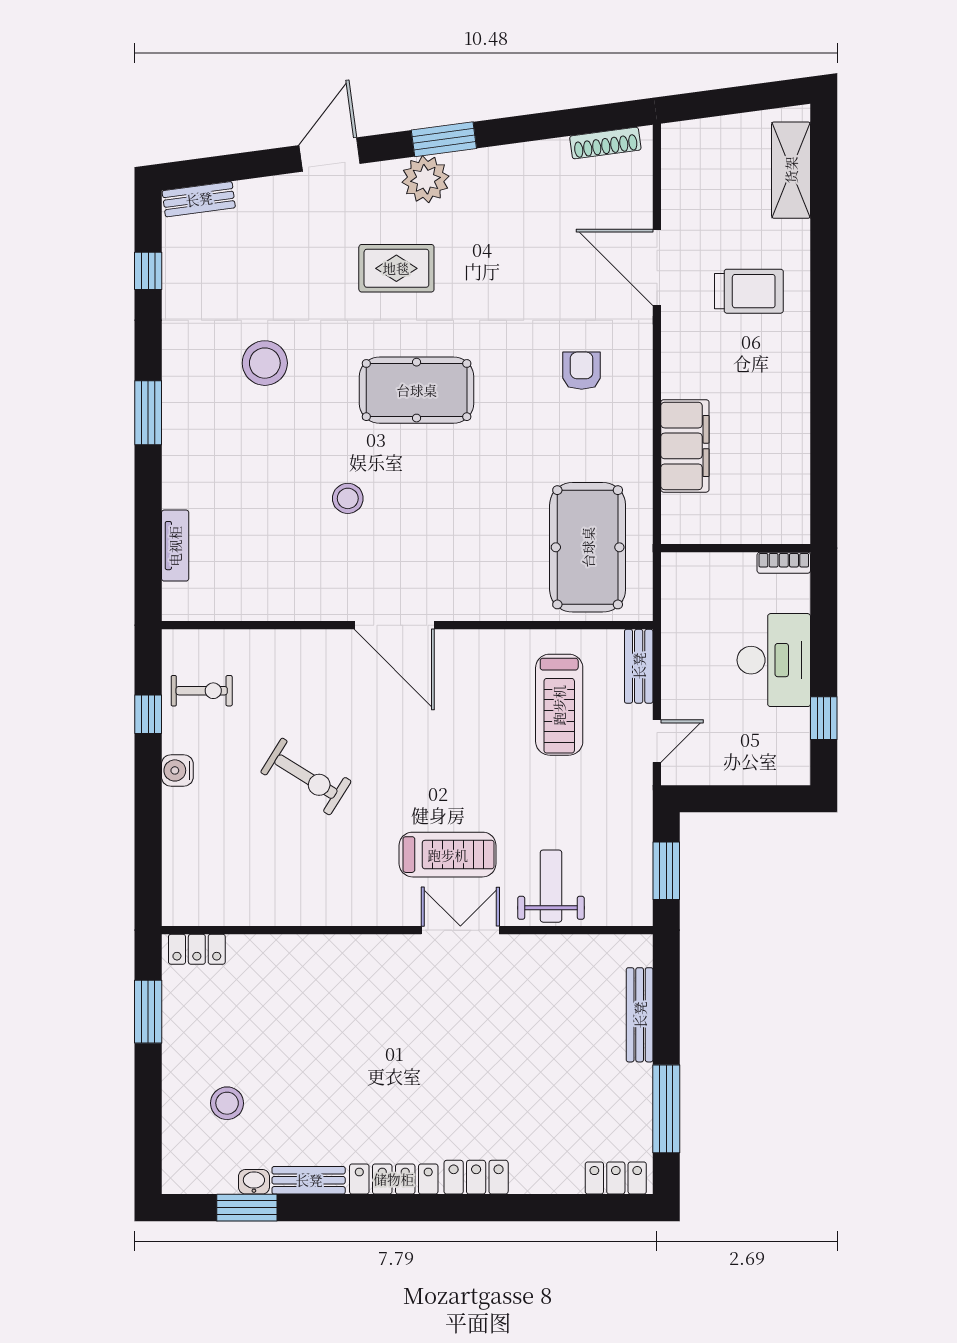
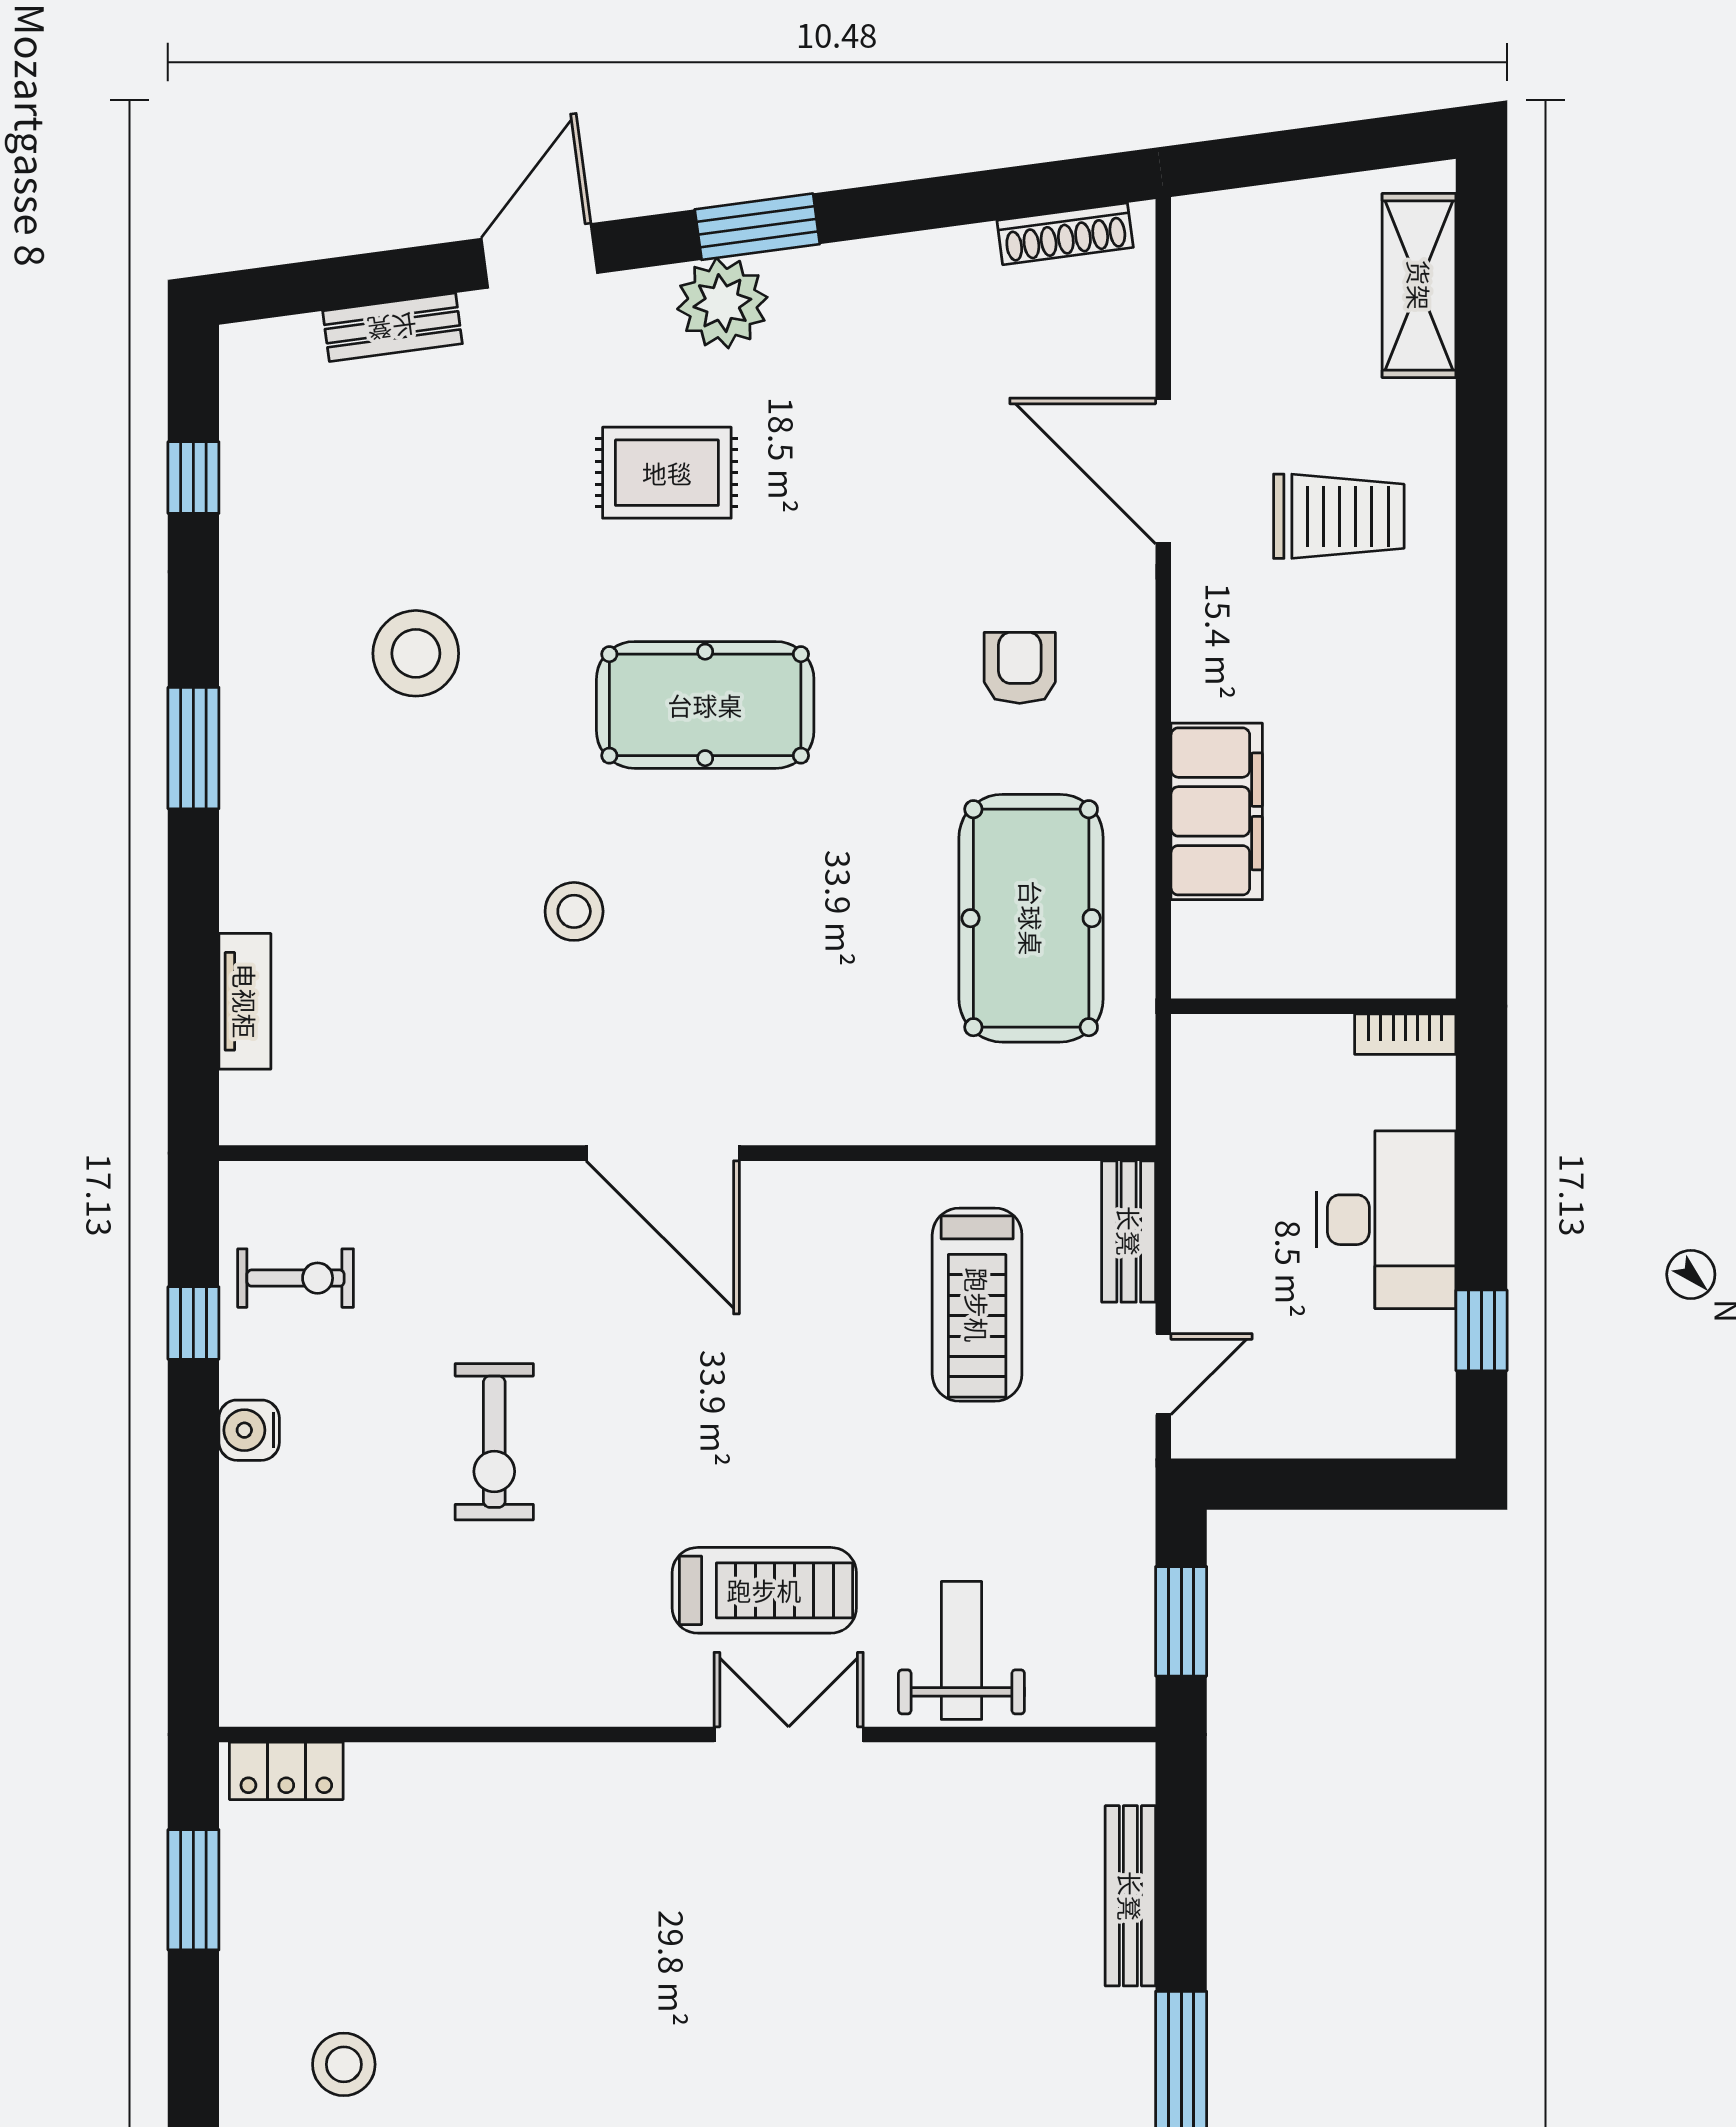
bench: (199, 199) -> (392, 327), moved
pool table: (588, 547) -> (1031, 918), moved
exercise bike: (306, 777) -> (494, 1442), turned 58

